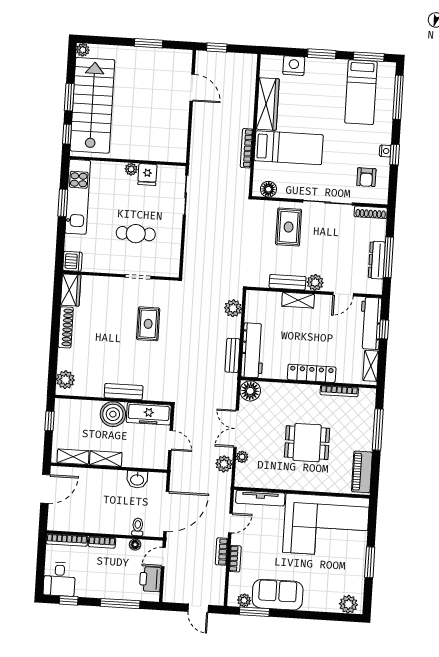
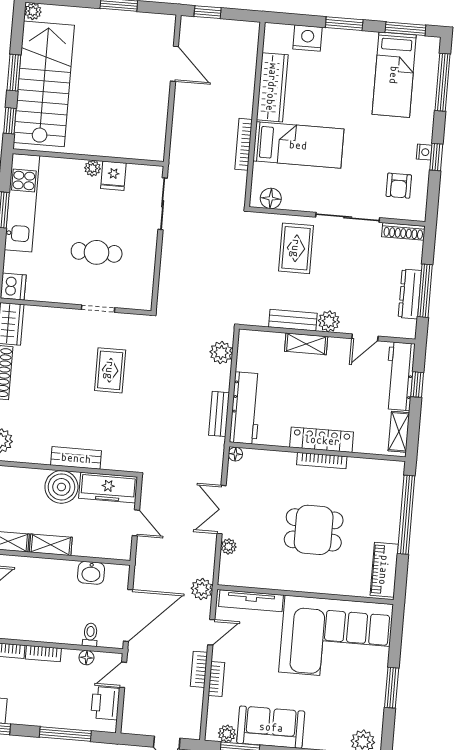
floor lamp: (250, 391) -> (235, 454), width x0.53, depth x0.53
bookcase: (339, 391) -> (322, 461), moved
window: (378, 429) -> (406, 515), width x1.46
plant: (224, 464) -> (202, 589), moved

